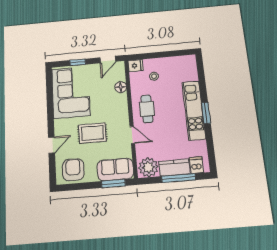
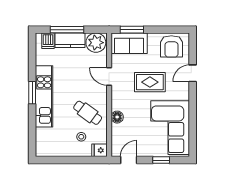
floor lamp: (121, 87) -> (117, 117), moved
cafe table: (147, 109) -> (88, 113), moved, turned -54

